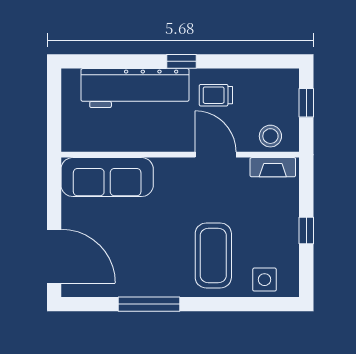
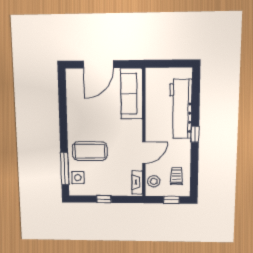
trolley: (216, 95) -> (176, 176), moved
door: (54, 256) -> (98, 64), moved
window: (149, 304) -> (65, 169), moved

